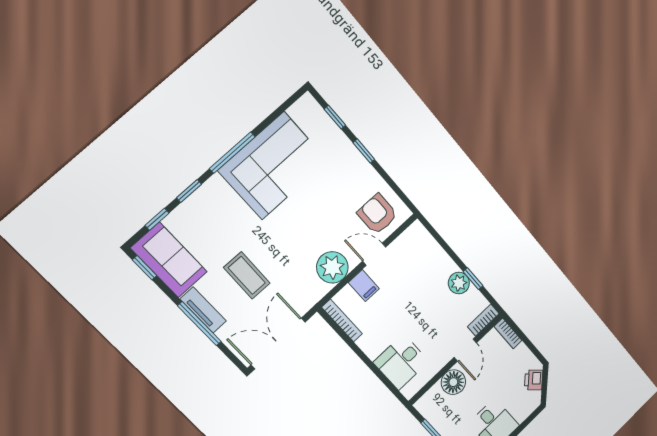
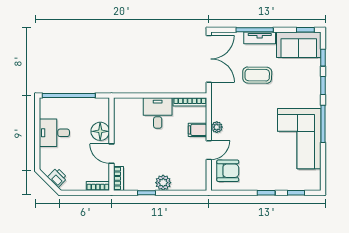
plant: (332, 267) -> (217, 127), width x0.53, depth x0.53
plant: (459, 283) -> (163, 183), moved
desk: (401, 362) -> (158, 113), moved

